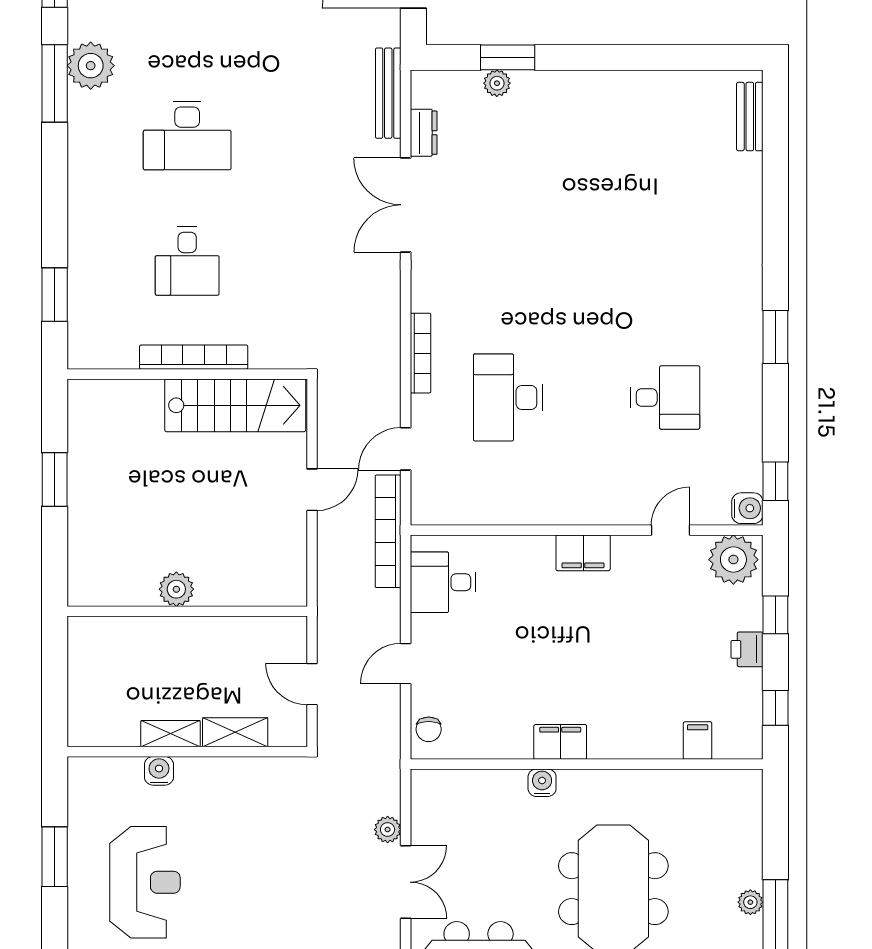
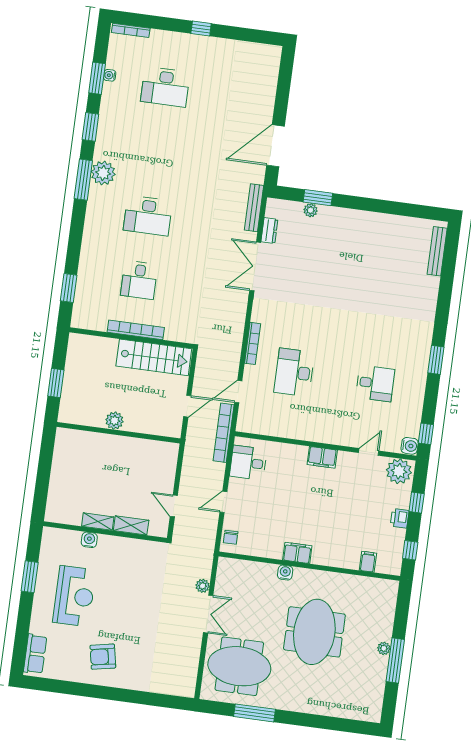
bench: (750, 117) -> (437, 251), width x1.36
plant: (176, 589) -> (114, 421), moved
wall: (187, 611) -> (118, 433), moved

